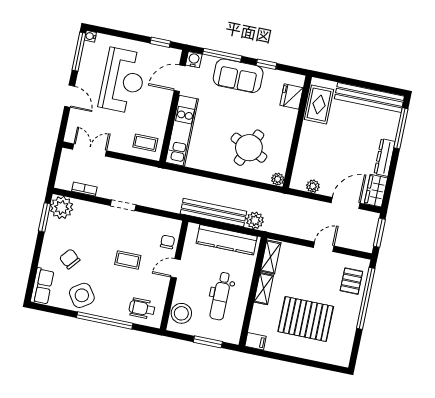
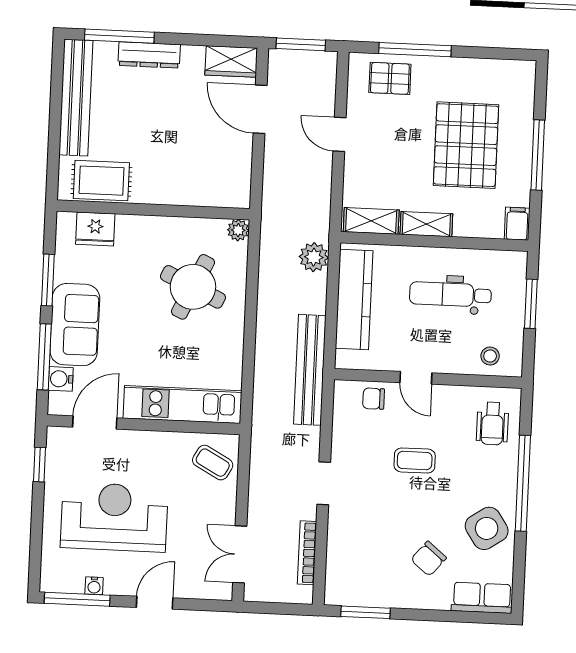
water cooler: (90, 36) -> (94, 586), moved
water cooler: (194, 60) -> (61, 379), moved
window: (266, 64) -> (48, 280), width x1.50
door: (180, 78) -> (95, 422), swing flipped
coffee table: (145, 143) -> (213, 463), turned -61
dresser: (385, 157) -> (149, 55), moved
plant: (313, 186) -> (241, 169), removed
bookcase: (84, 189) -> (307, 553), width x1.56
plant: (62, 208) -> (344, 586), removed
bench: (213, 212) -> (310, 370), moved
coffee table: (128, 260) -> (415, 461), turned 90
dental chair: (221, 296) -> (450, 294), turned 180
window: (366, 298) -> (415, 50), width x0.68
stool: (181, 313) -> (490, 356), width x0.53, depth x0.53
window: (293, 360) -> (538, 155), added

